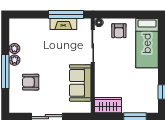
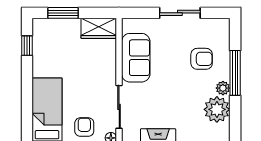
plant: (14, 49) -> (217, 109), width x1.87, depth x1.87

